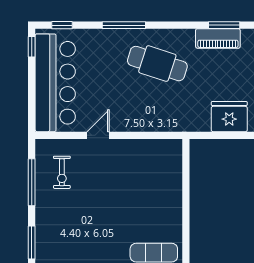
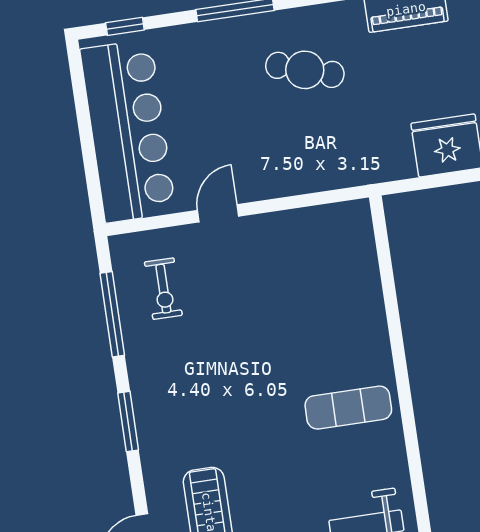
window: (32, 47) -> (77, 73), removed
cafe table: (157, 64) -> (305, 70), width x0.73, depth x0.74

